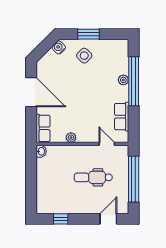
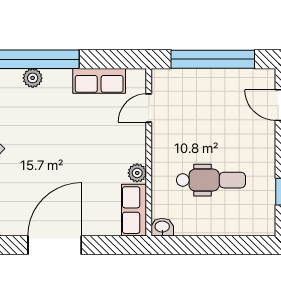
row of seats: (43, 128) -> (134, 210), moved, turned -90
dental chair: (93, 177) -> (211, 180), moved, turned -90

